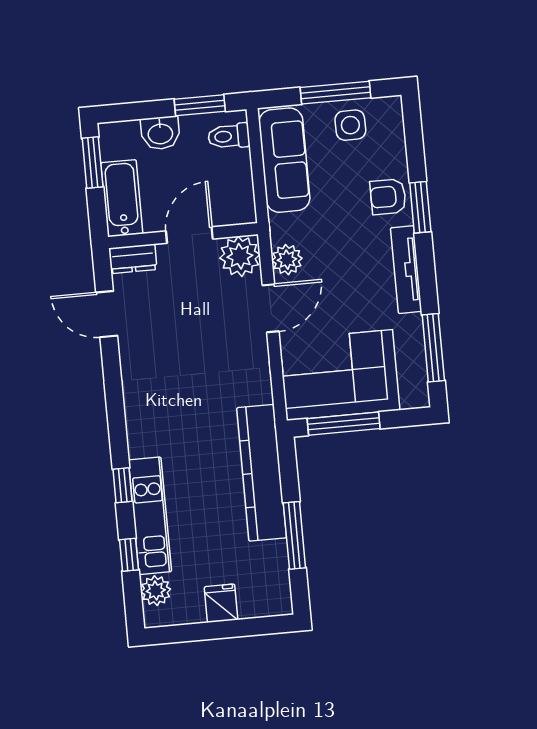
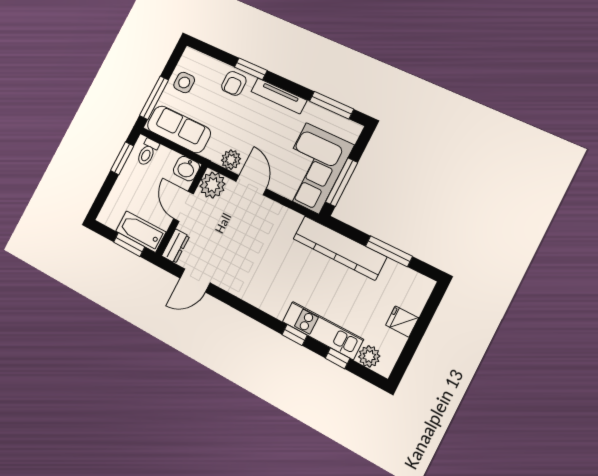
window: (335, 93) -> (154, 98), moved
washbasin: (160, 133) -> (186, 169), moved, turned 90
window: (93, 163) -> (129, 245), moved

